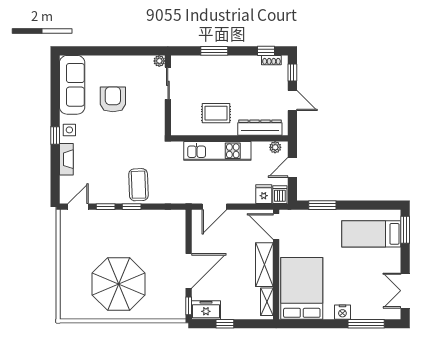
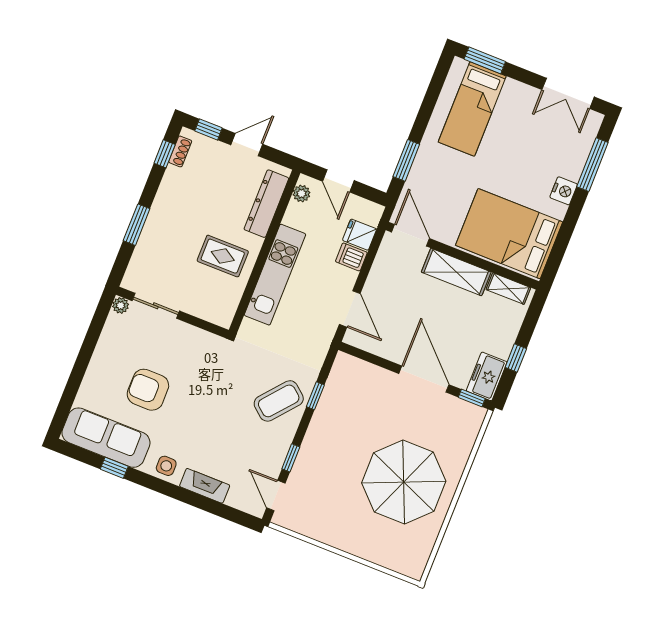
rug: (216, 113) -> (223, 256), turned 90
window: (55, 136) -> (114, 468), moved
coffee table: (138, 185) -> (279, 401), turned -48
dishwasher: (280, 195) -> (351, 257), moved
window: (132, 207) -> (315, 396), moved
door: (276, 227) -> (411, 235), swing flipped

